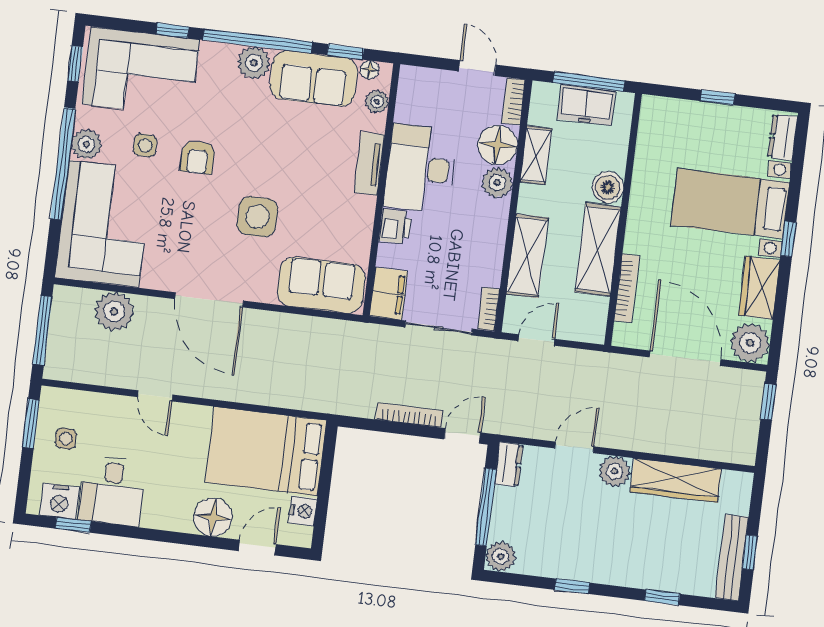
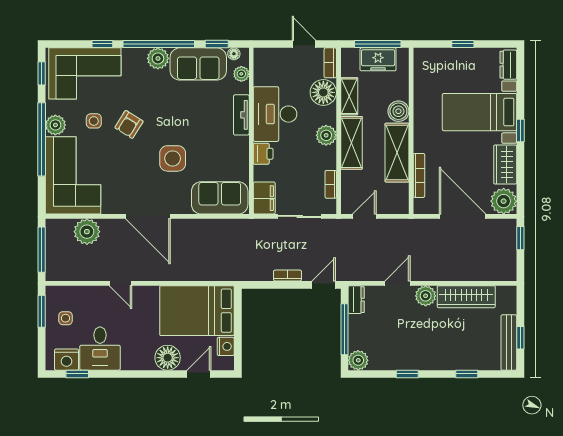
armchair: (198, 157) -> (129, 124), turned 32
plant: (497, 183) -> (326, 135), moved
shelving: (527, 256) -> (351, 143), moved
bookcase: (489, 309) -> (331, 184), moved
bookcase: (409, 415) -> (287, 276), width x0.64

